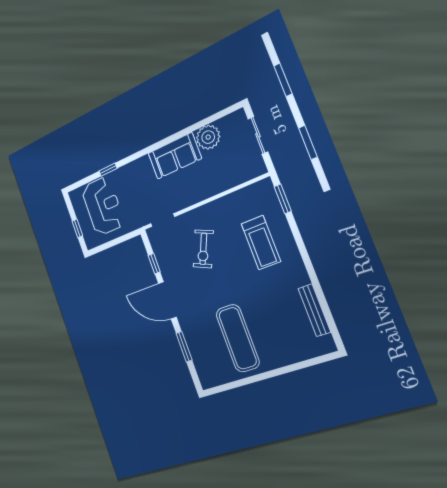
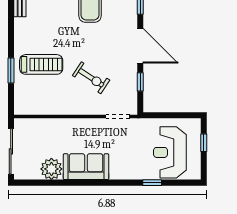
sliding door: (258, 135) -> (11, 151), width x1.37
window: (283, 199) -> (11, 70), moved
treadmill: (261, 243) -> (41, 64), turned 90
exercise bike: (203, 249) -> (91, 78), turned 99

